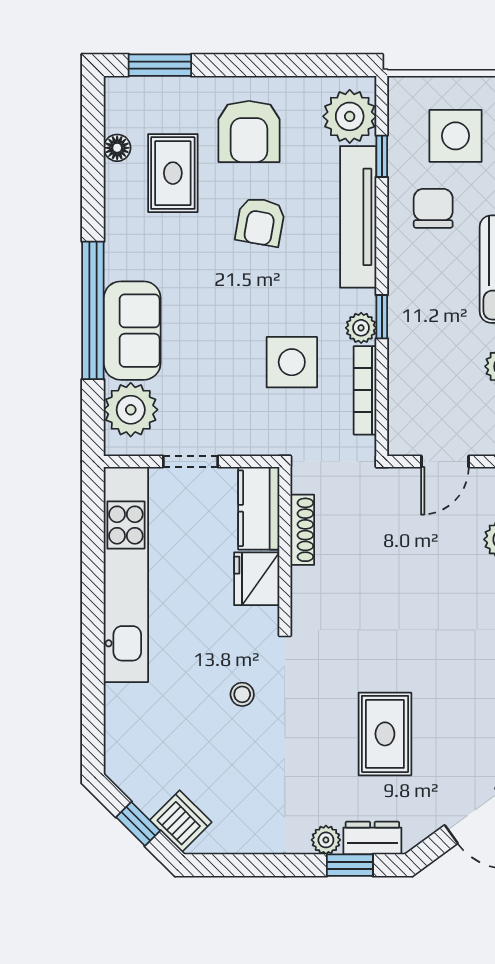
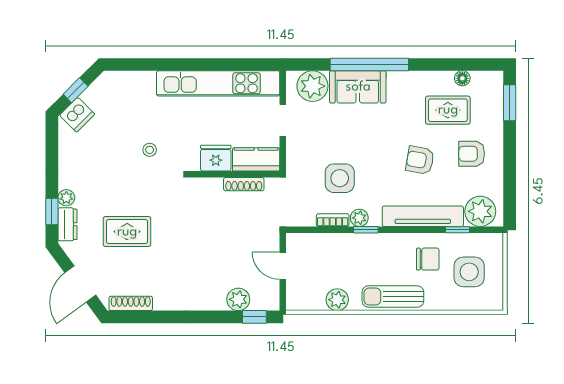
armchair: (249, 131) -> (472, 154), width x0.72, depth x0.72
bookcase: (365, 390) -> (333, 220), width x0.64

